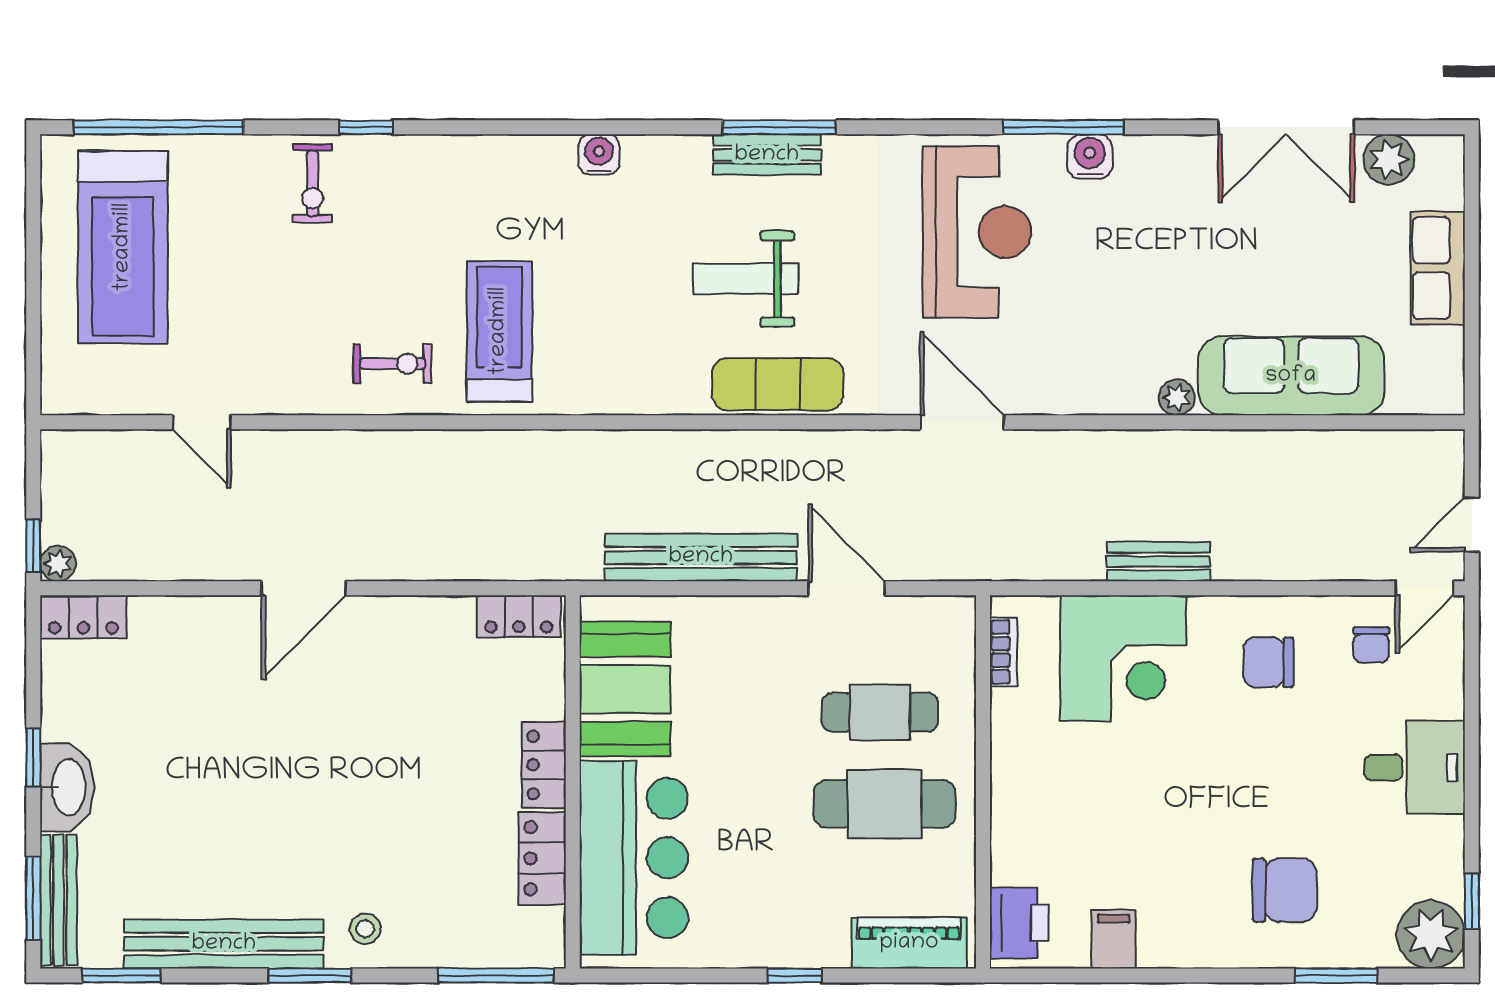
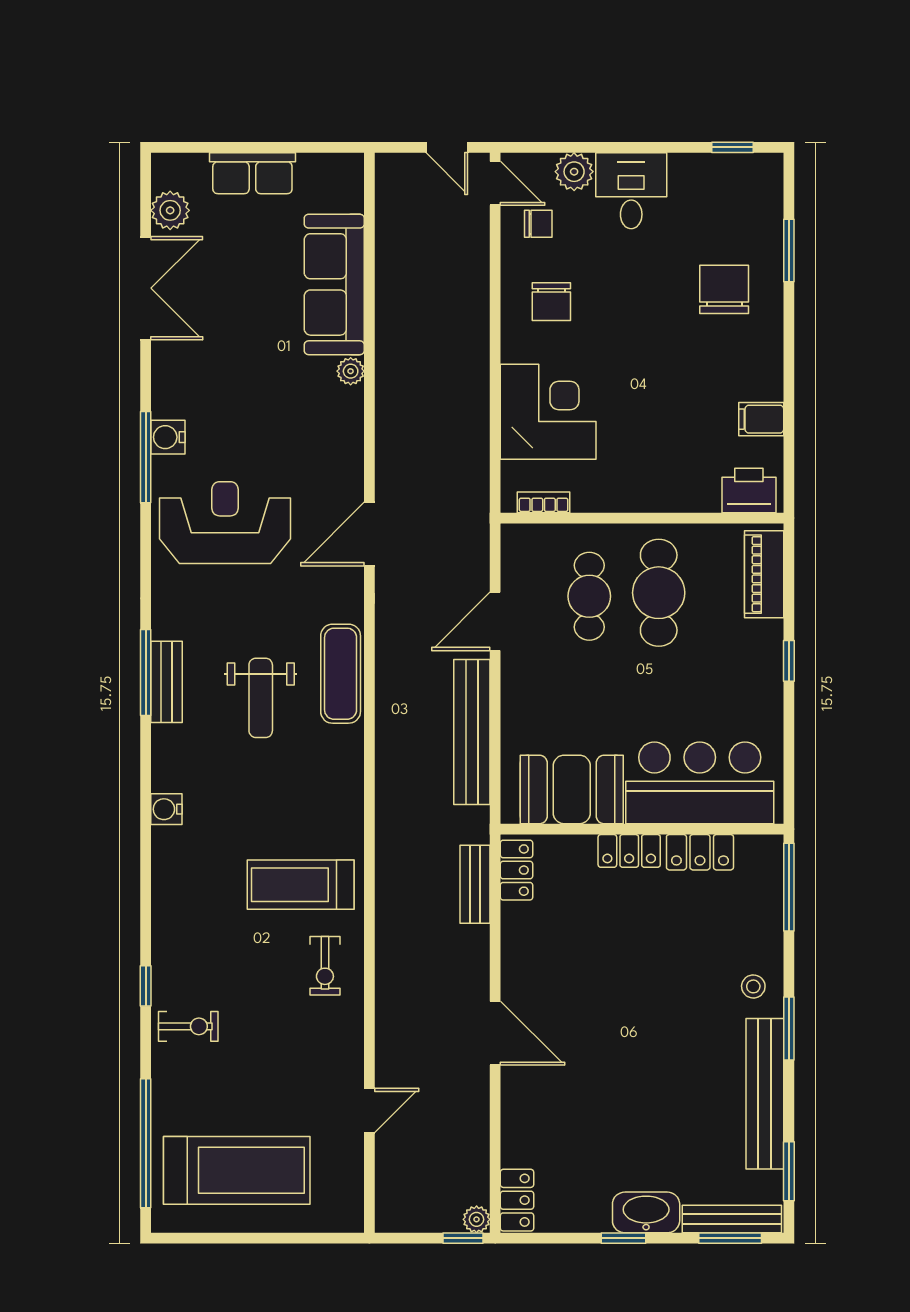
exercise bike: (393, 364) -> (325, 966), turned 180
bench: (1158, 562) -> (475, 884), moved
plant: (1431, 935) -> (574, 172), moved, width x0.73, depth x0.73

